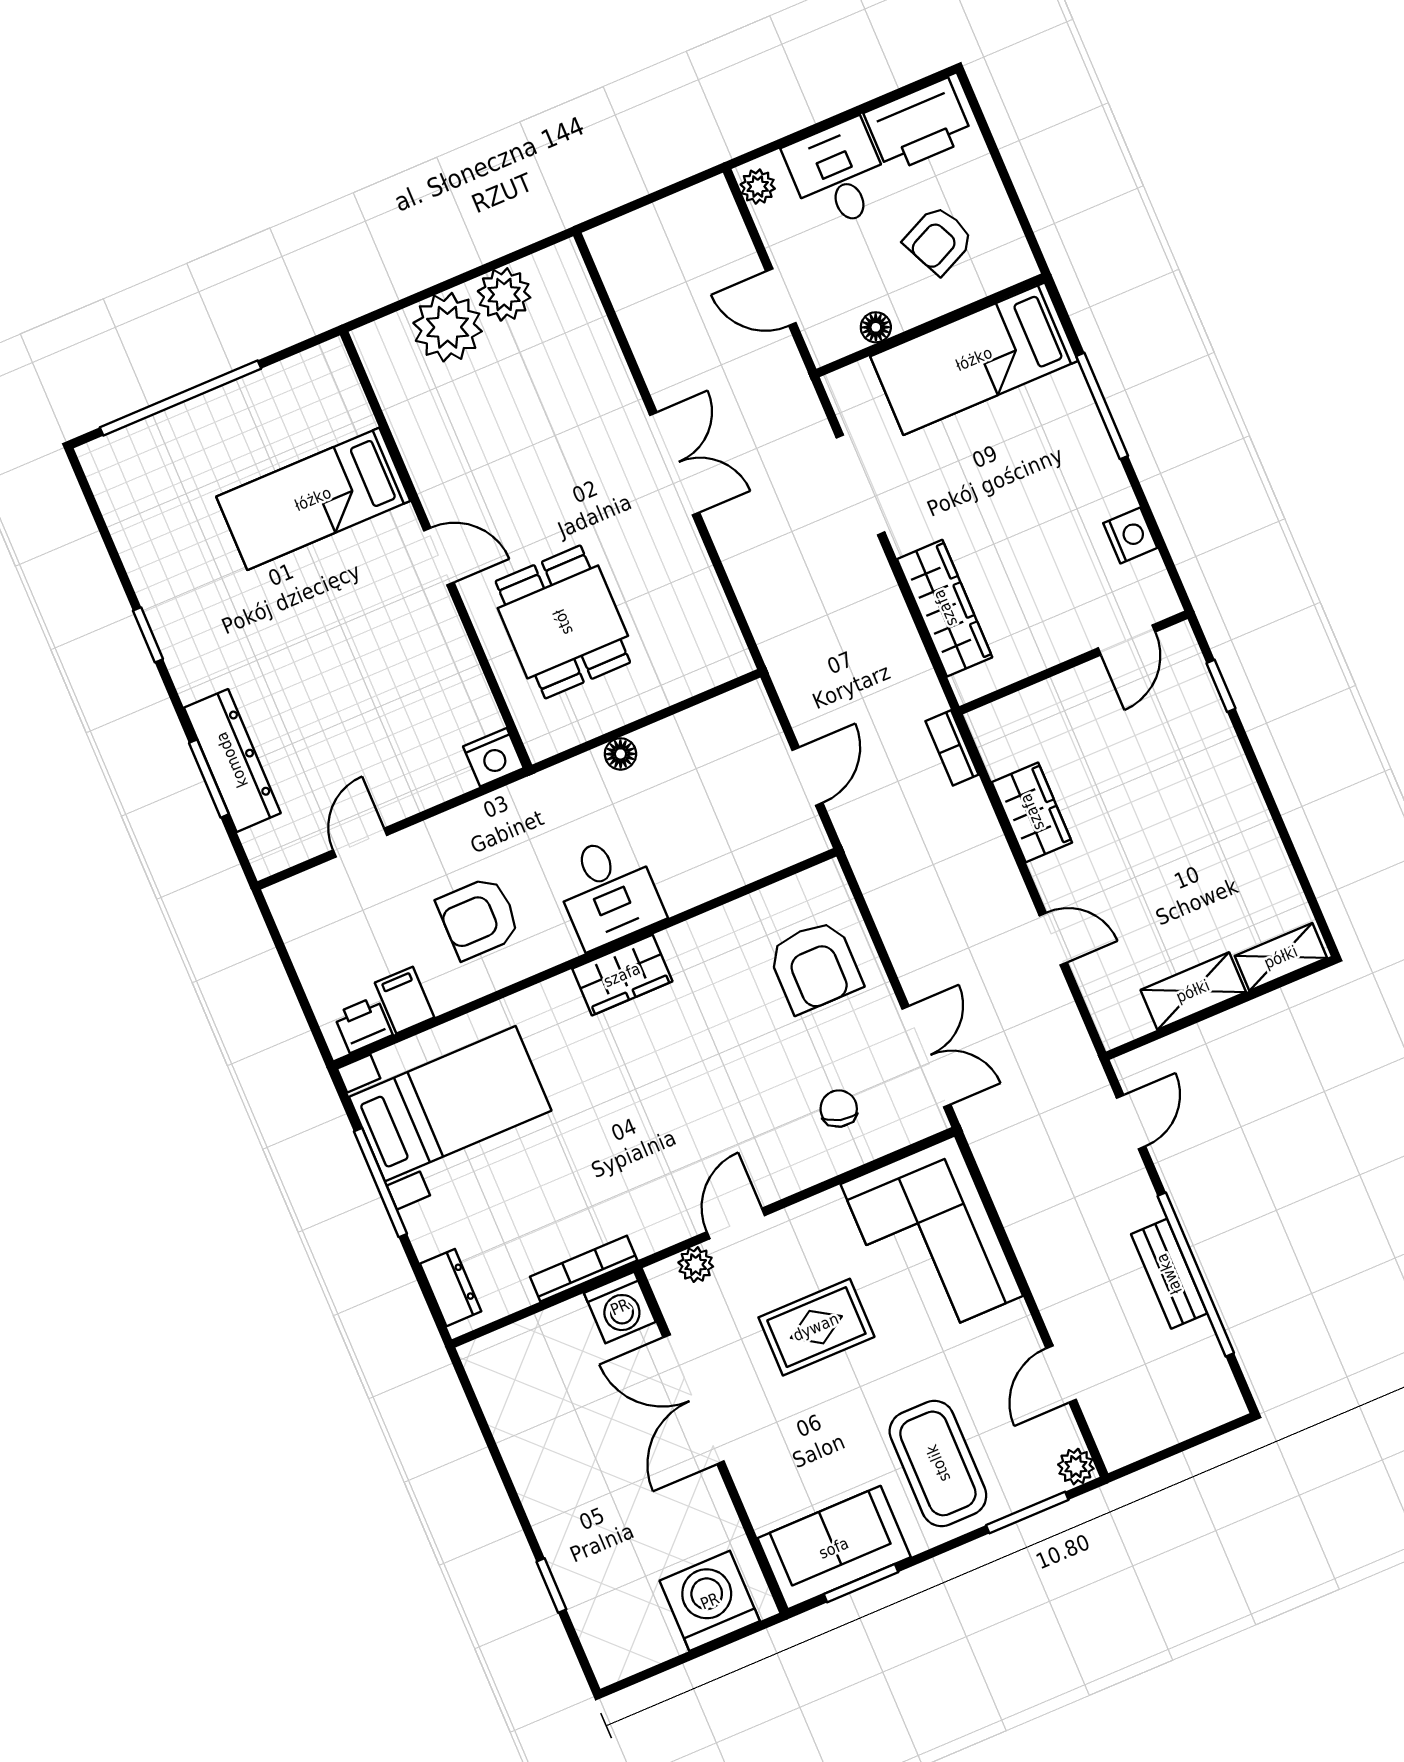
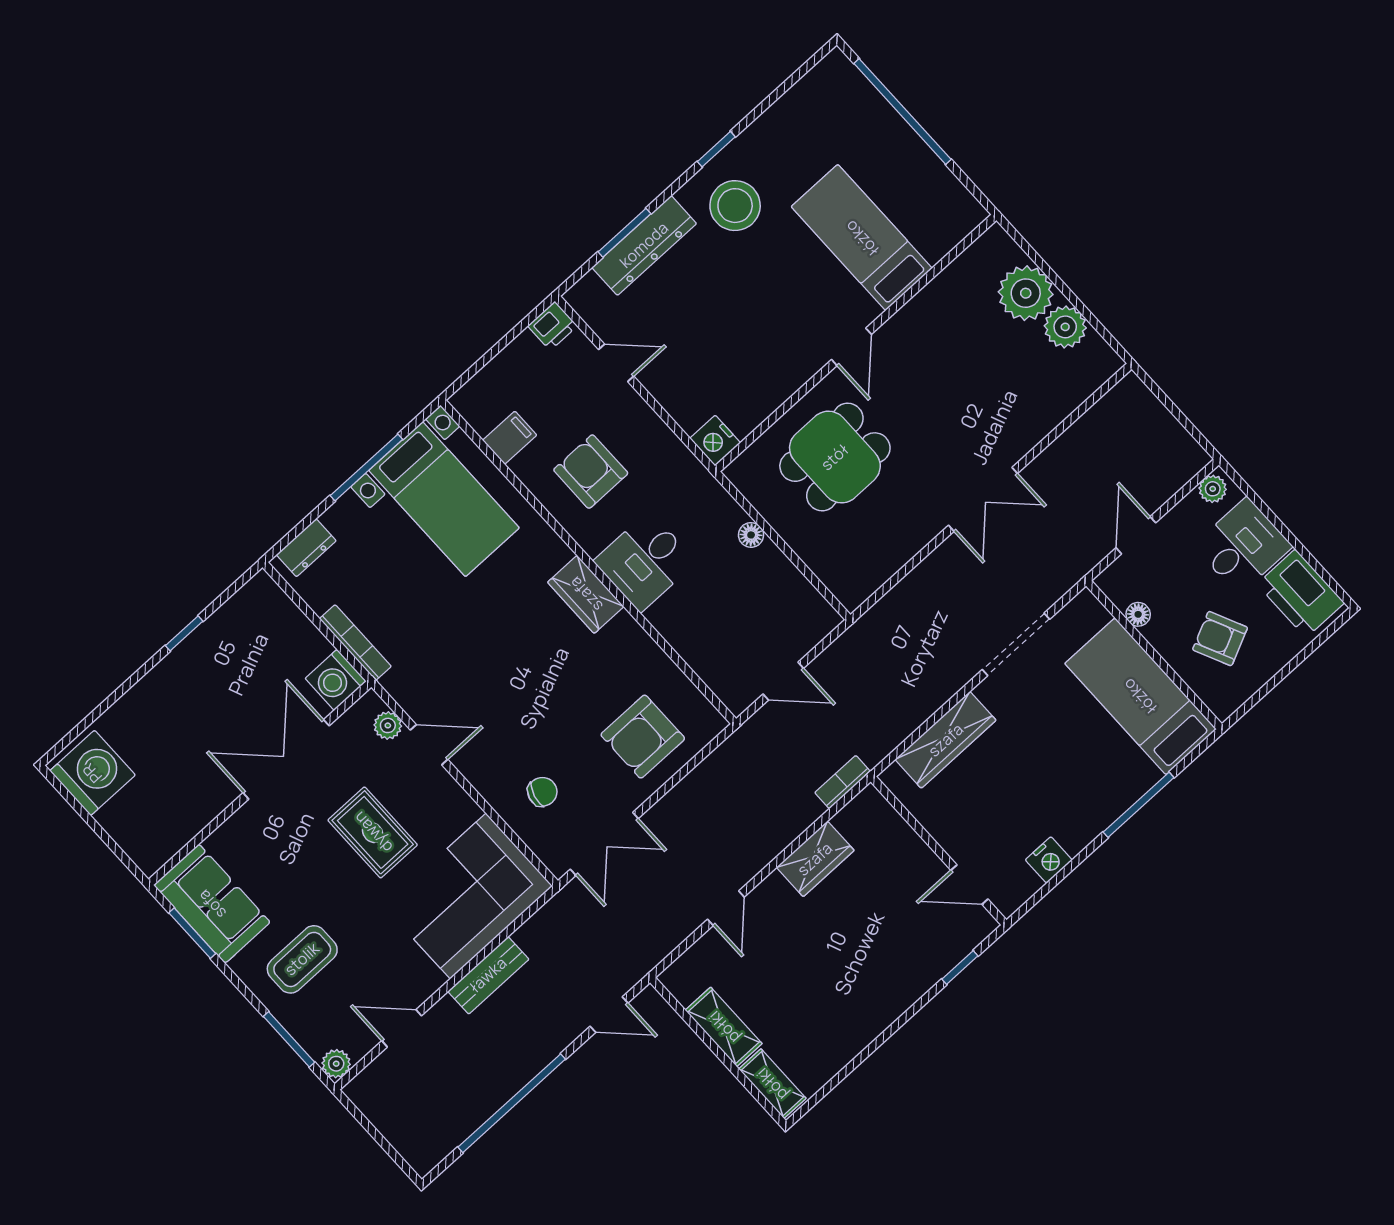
stool: (223, 636) -> (735, 206), added
printer: (363, 1025) -> (553, 326), moved, turned 90
bench: (1169, 1274) -> (488, 975), moved
coffee table: (938, 1463) -> (302, 959), width x0.73, depth x0.76
window: (551, 1585) -> (184, 633), moved
washing machine: (710, 1601) -> (92, 773), moved

